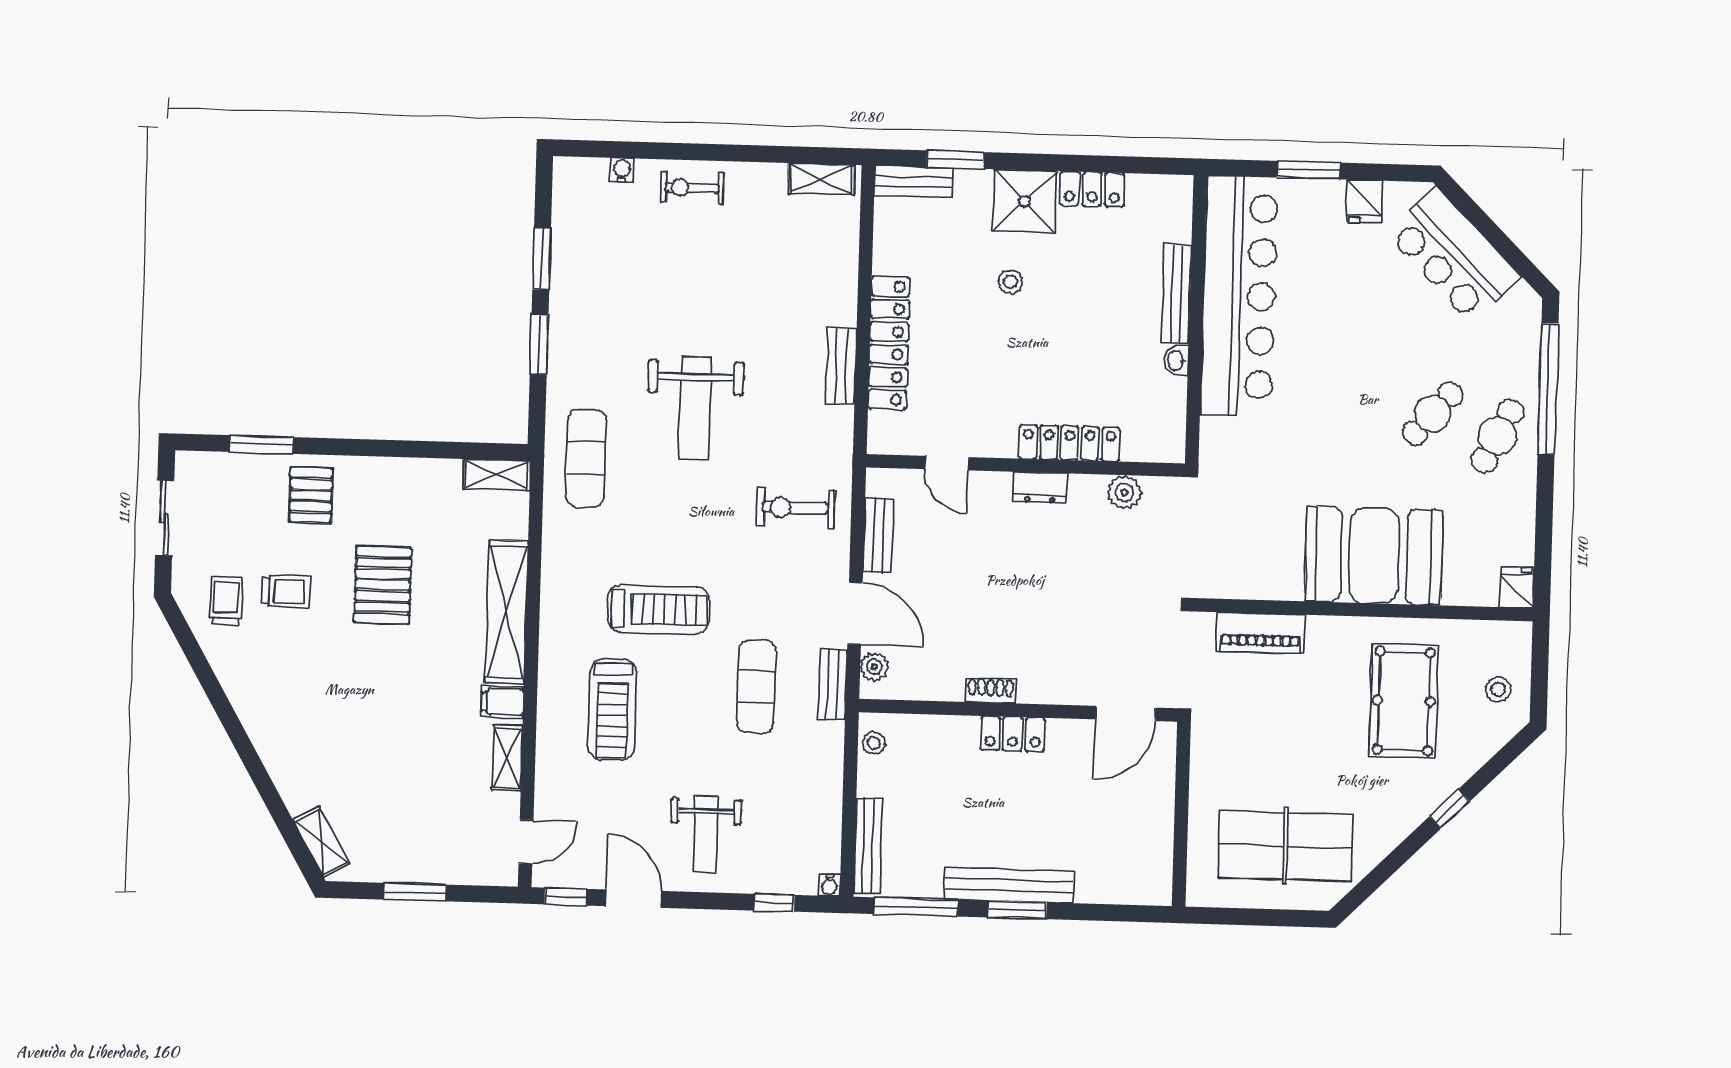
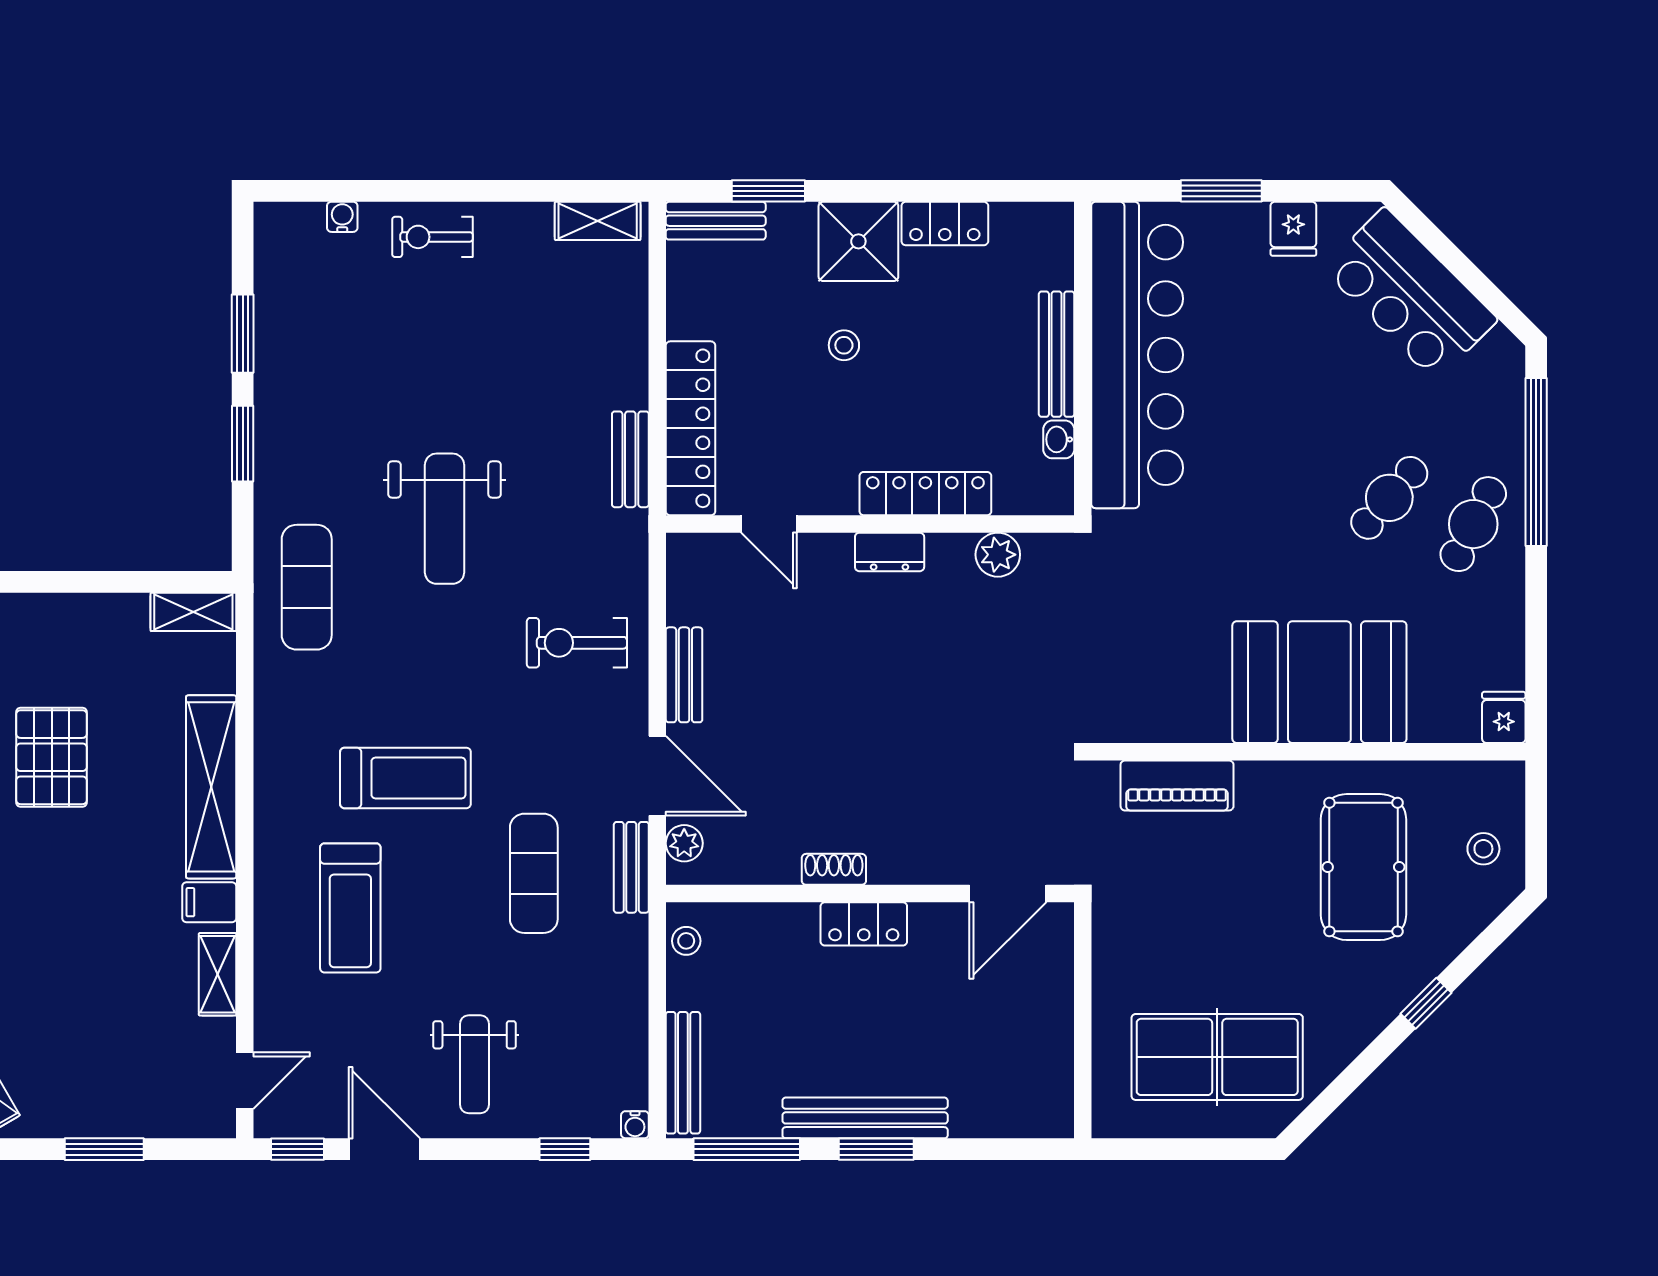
locker: (1069, 443) -> (925, 494), moved
door: (947, 463) -> (769, 524), moved
wall: (1025, 465) -> (870, 524), moved
dresser: (1040, 488) -> (890, 552), moved
plant: (1125, 492) -> (998, 555), moved

